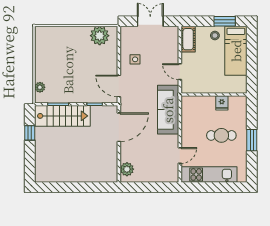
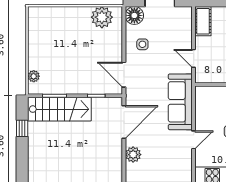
floor lamp: (128, 34) -> (134, 15), added
door: (180, 155) -> (194, 140), moved
plant: (127, 169) -> (133, 155), moved

